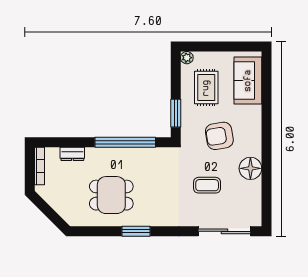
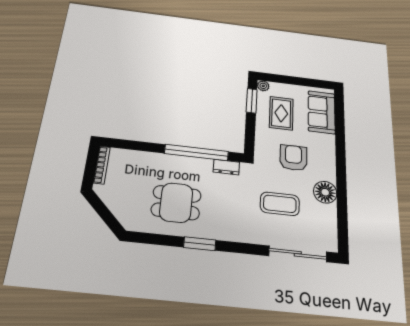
window: (176, 113) -> (252, 101), moved
armchair: (219, 136) -> (293, 158), turned 99
dresser: (72, 154) -> (226, 167), moved
coffee table: (207, 185) -> (280, 204), width x1.36, depth x1.30

